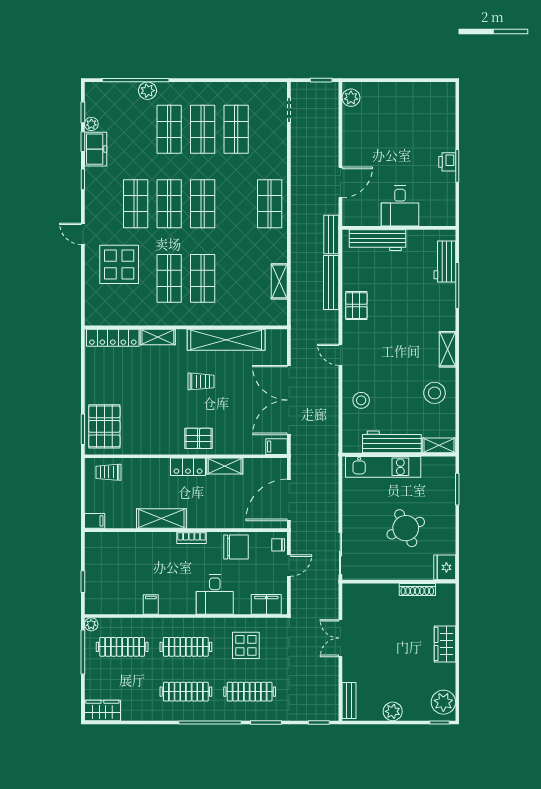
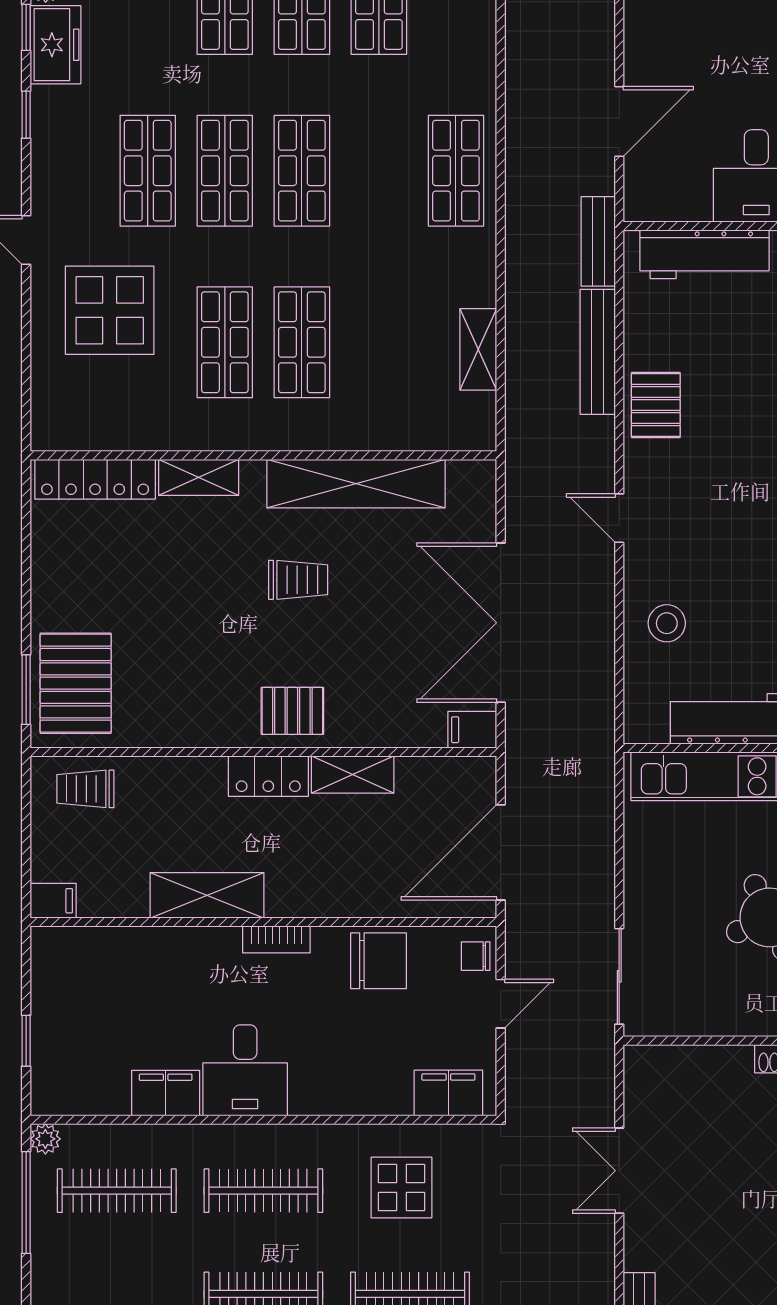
desk: (215, 595) -> (245, 1070), moved
filing cabinet: (151, 604) -> (166, 1093), width x2.00

